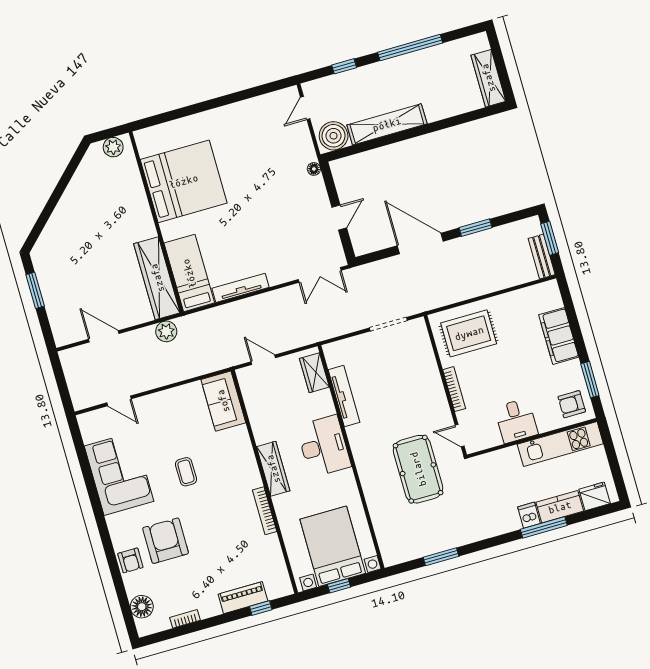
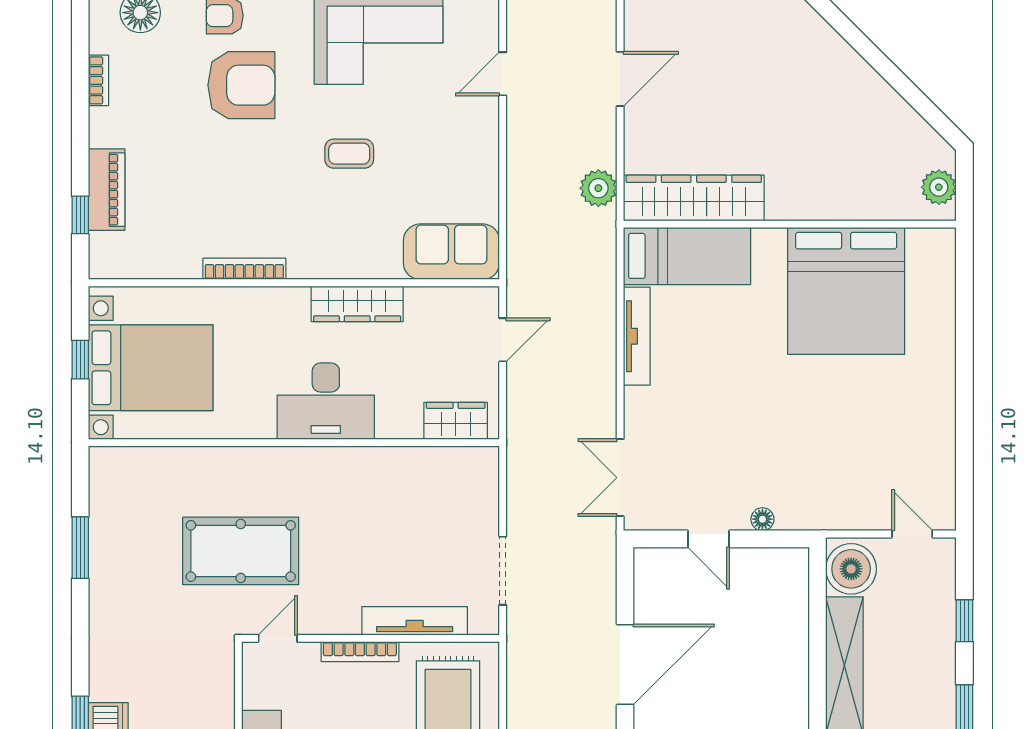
floor lamp: (314, 169) -> (762, 519), moved
tv unit: (344, 396) -> (415, 621), moved, turned 180
wardrobe: (273, 469) -> (357, 304), moved

